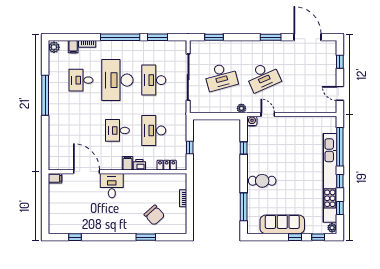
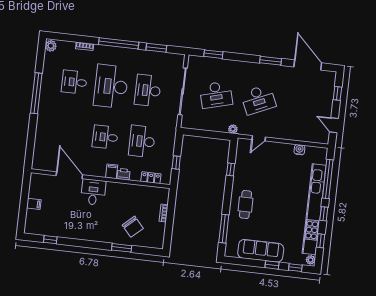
filing cabinet: (73, 47) -> (70, 48), removed
door: (268, 114) -> (259, 138), swing flipped
water cooler: (252, 121) -> (299, 150), moved
filing cabinet: (55, 178) -> (34, 204), moved
cafe table: (262, 181) -> (246, 204), turned 90

